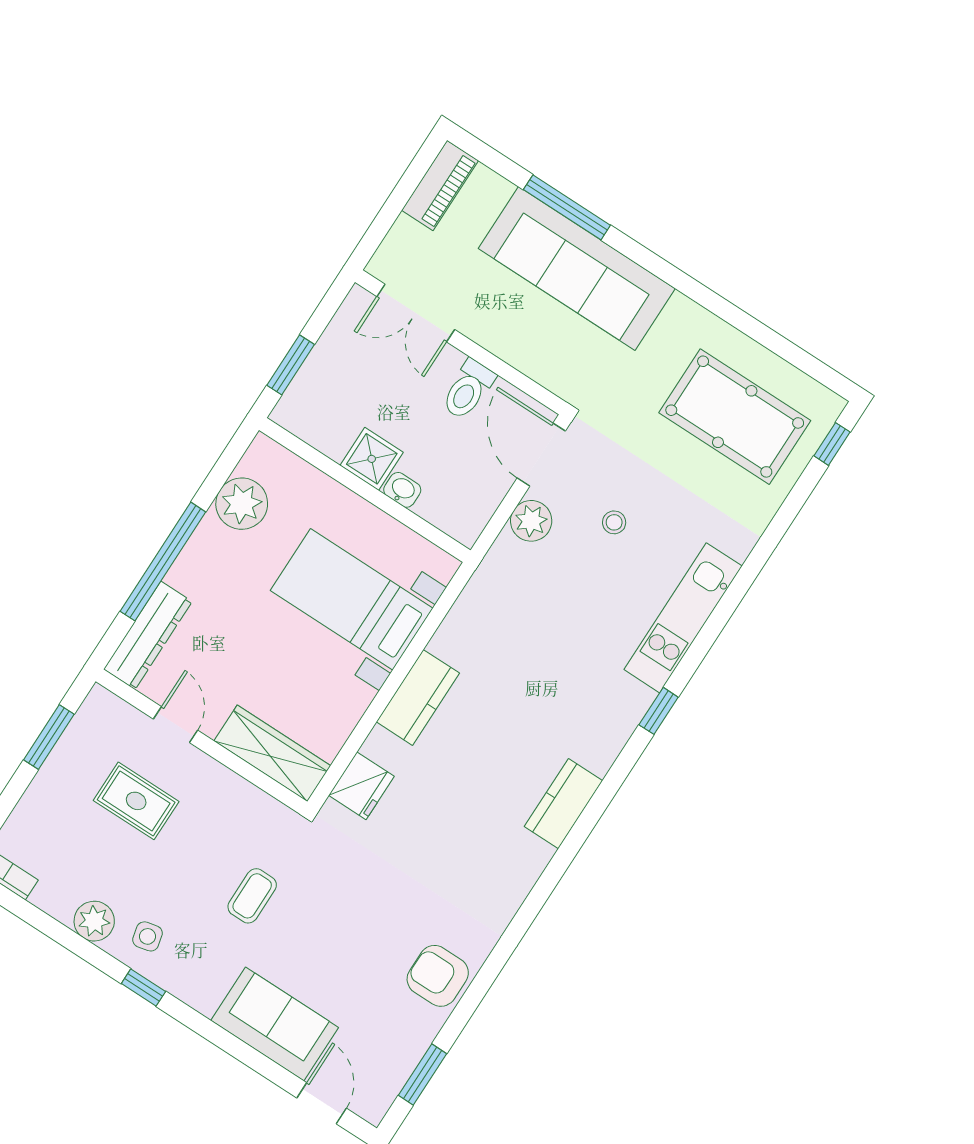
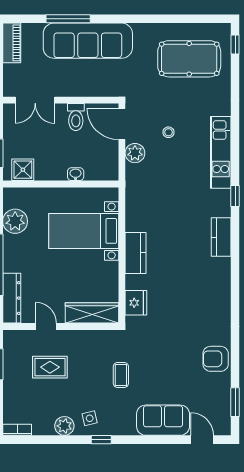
shower: (372, 459) -> (23, 170), moved
kitchen counter: (564, 804) -> (221, 237), moved

